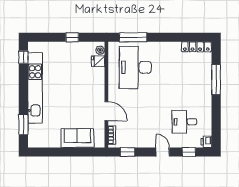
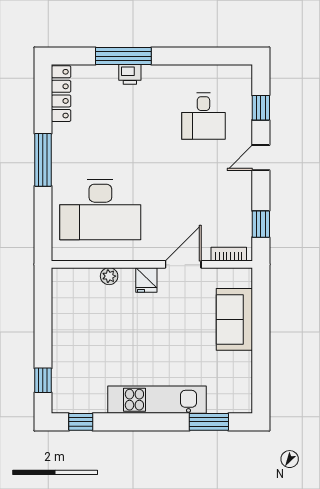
window: (72, 37) -> (43, 380), moved
window: (133, 37) -> (43, 160), moved
plant: (100, 50) -> (109, 276), moved
fridge: (98, 61) -> (146, 280), moved
kitchen unit: (35, 88) -> (157, 400), width x0.73
printer: (206, 142) -> (130, 74), moved

